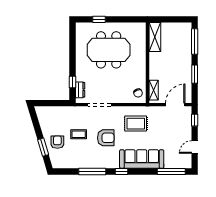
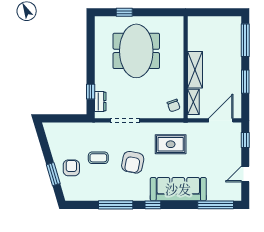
shelving: (155, 37) -> (195, 70), moved
meeting table: (109, 50) -> (136, 51), turned 90
armchair: (106, 138) -> (133, 162), turned 101

